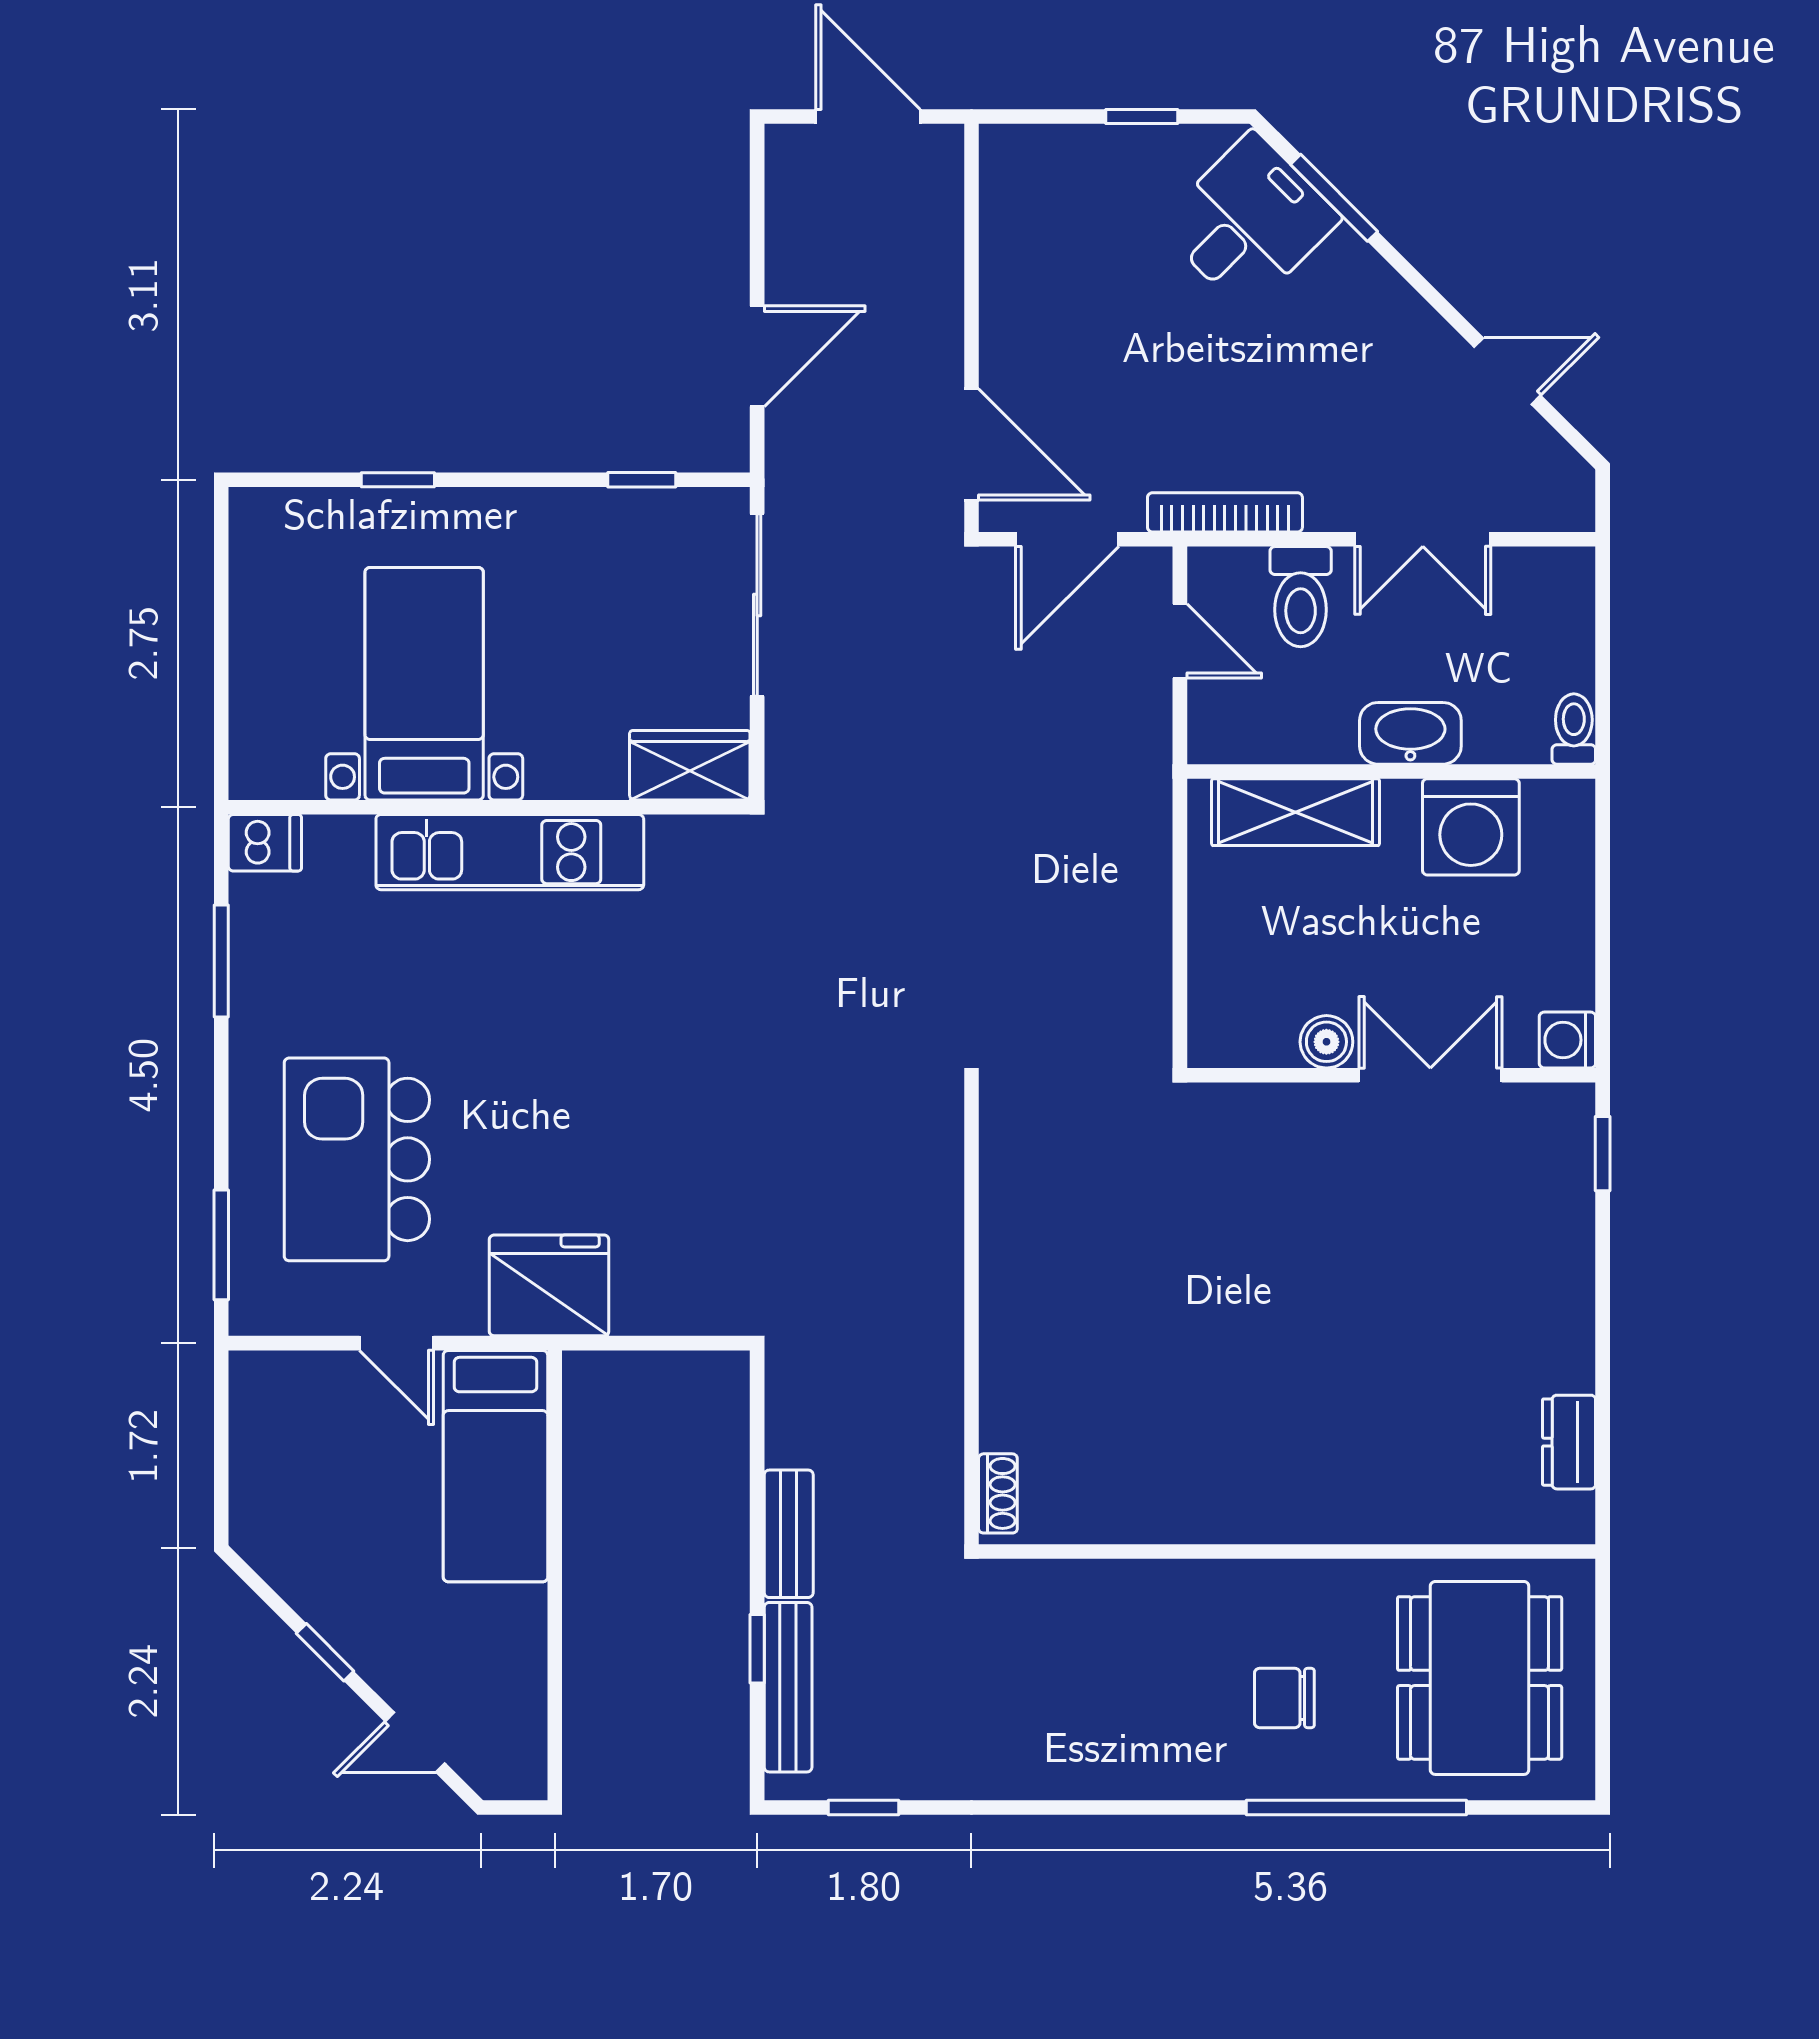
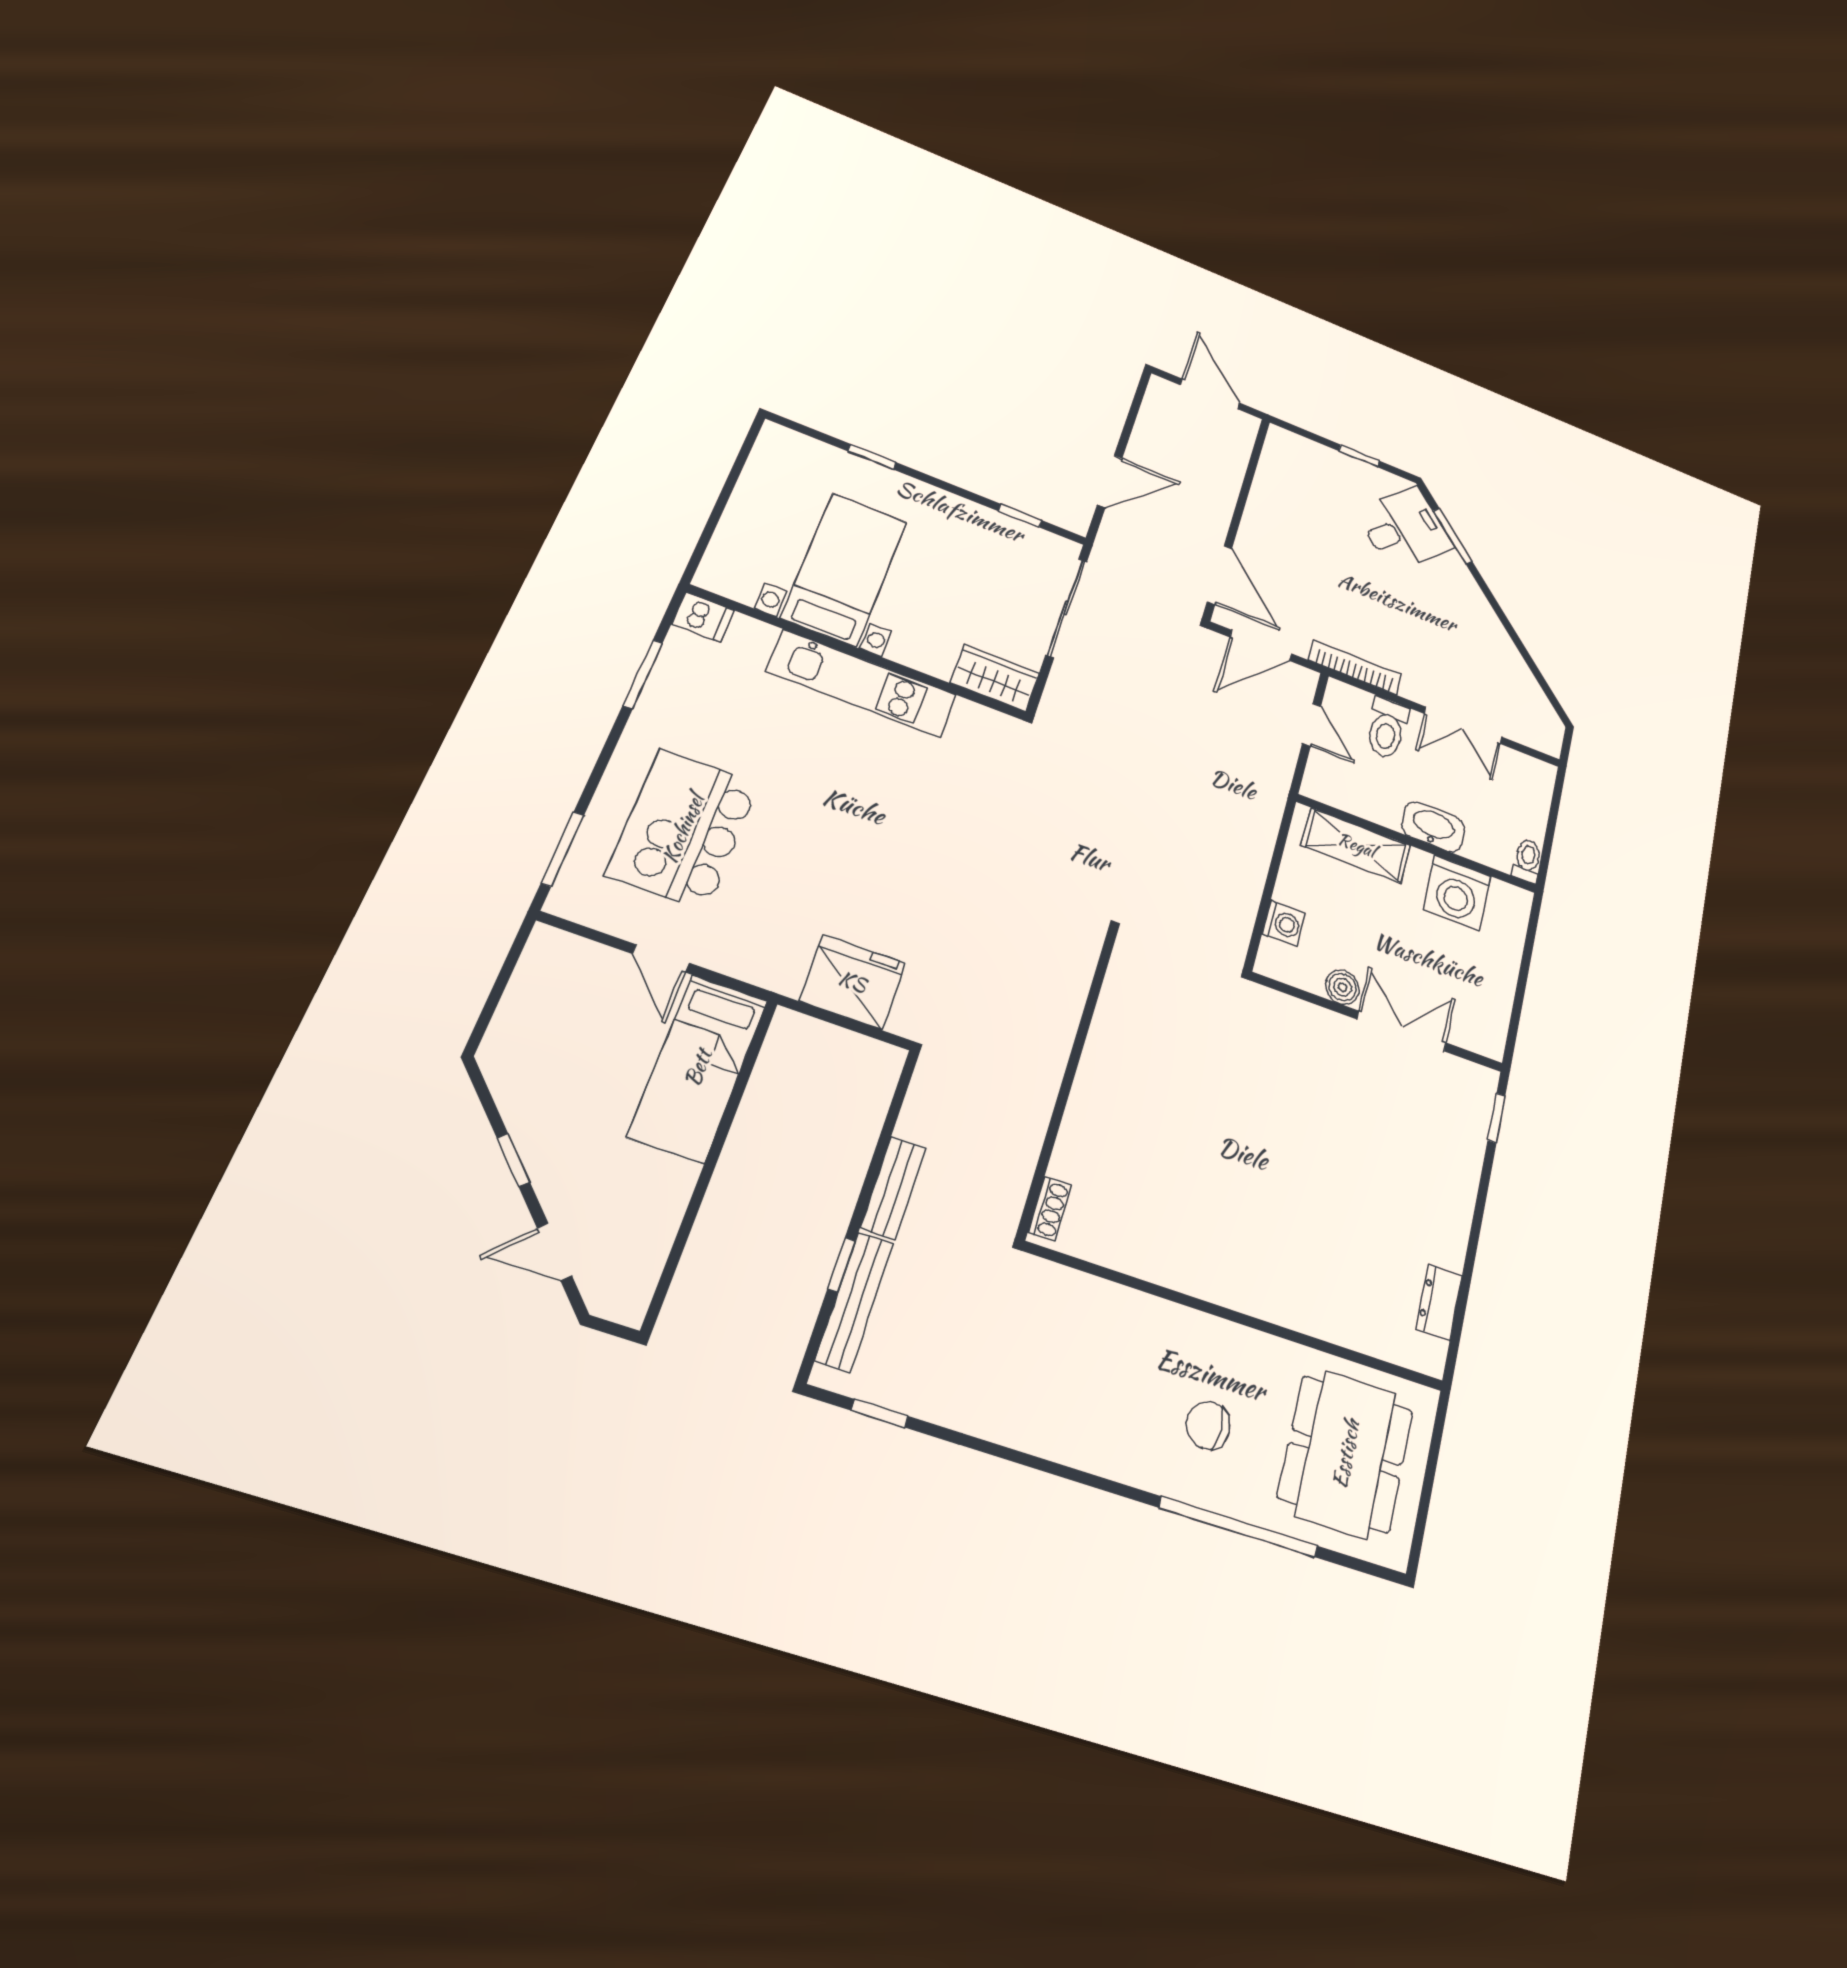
door: (1507, 371) -> (1527, 658), removed
washing machine: (1567, 1040) -> (1283, 924), moved, turned 180
fridge: (549, 1285) -> (853, 982), moved

